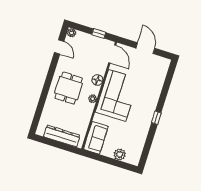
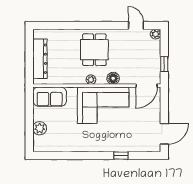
door: (59, 47) -> (136, 25), swing flipped
door: (145, 48) -> (164, 134), moved
dining table: (68, 88) -> (94, 50), turned 90
window: (156, 118) -> (121, 156), moved

